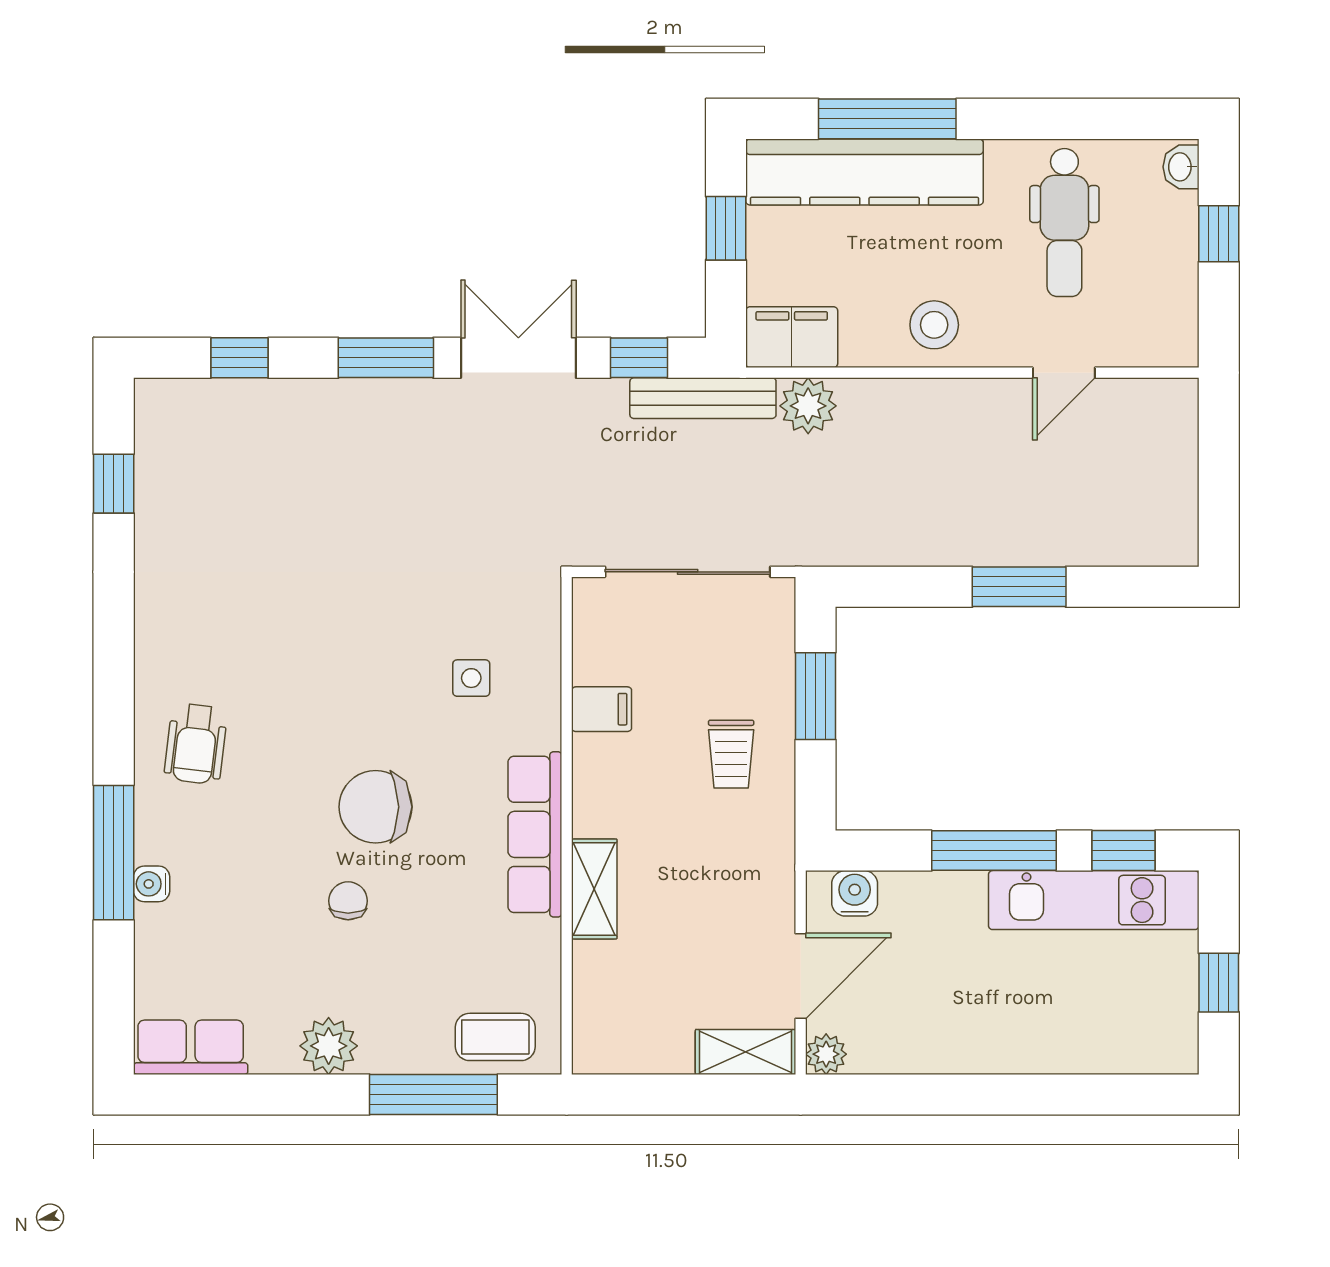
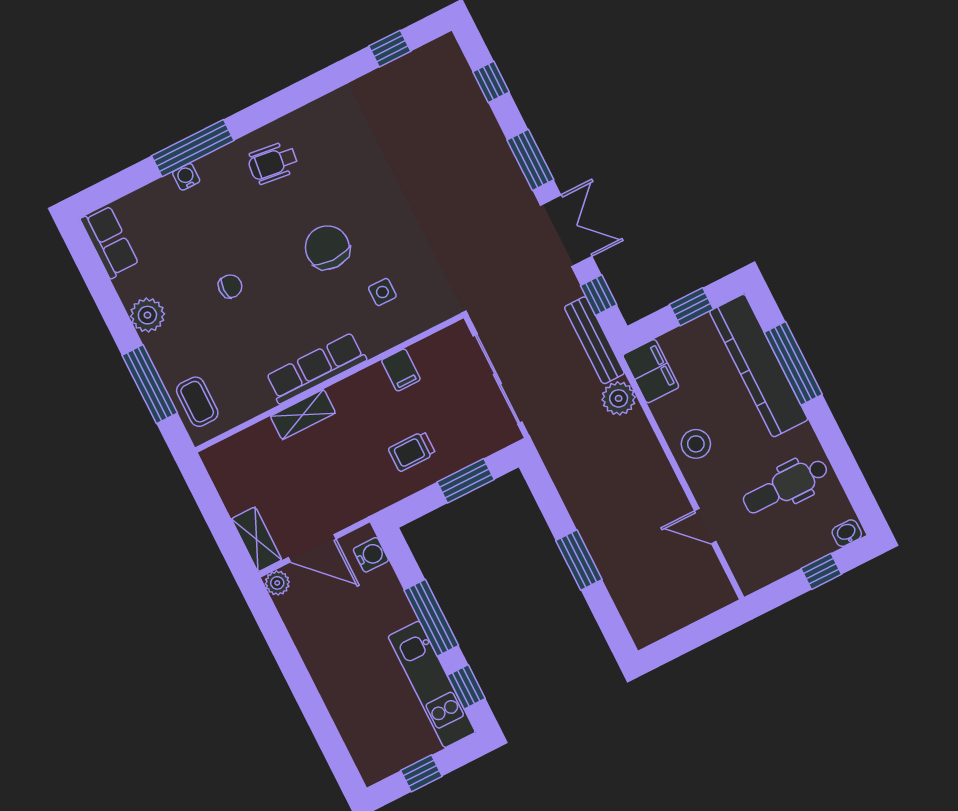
chair: (376, 807) -> (327, 248), moved

